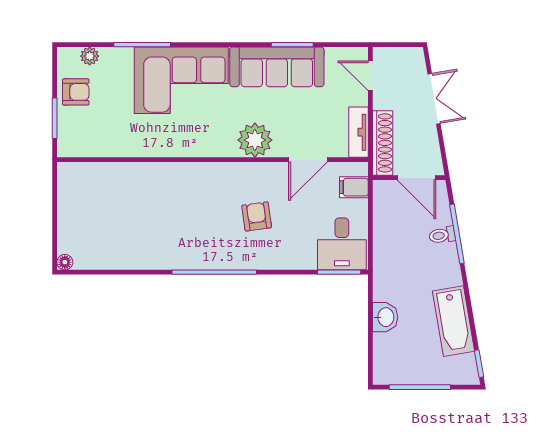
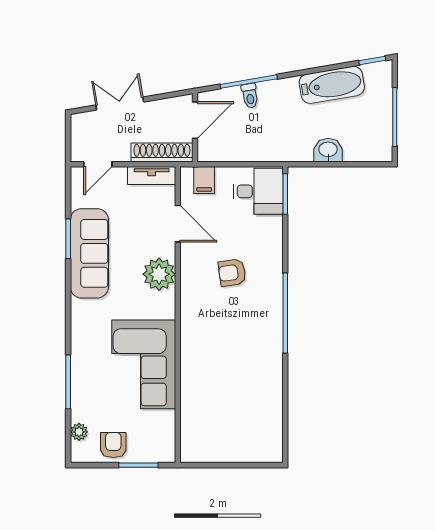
corner sofa: (181, 80) -> (144, 364), moved, turned 180
floor lamp: (65, 262) -> (276, 456), removed

